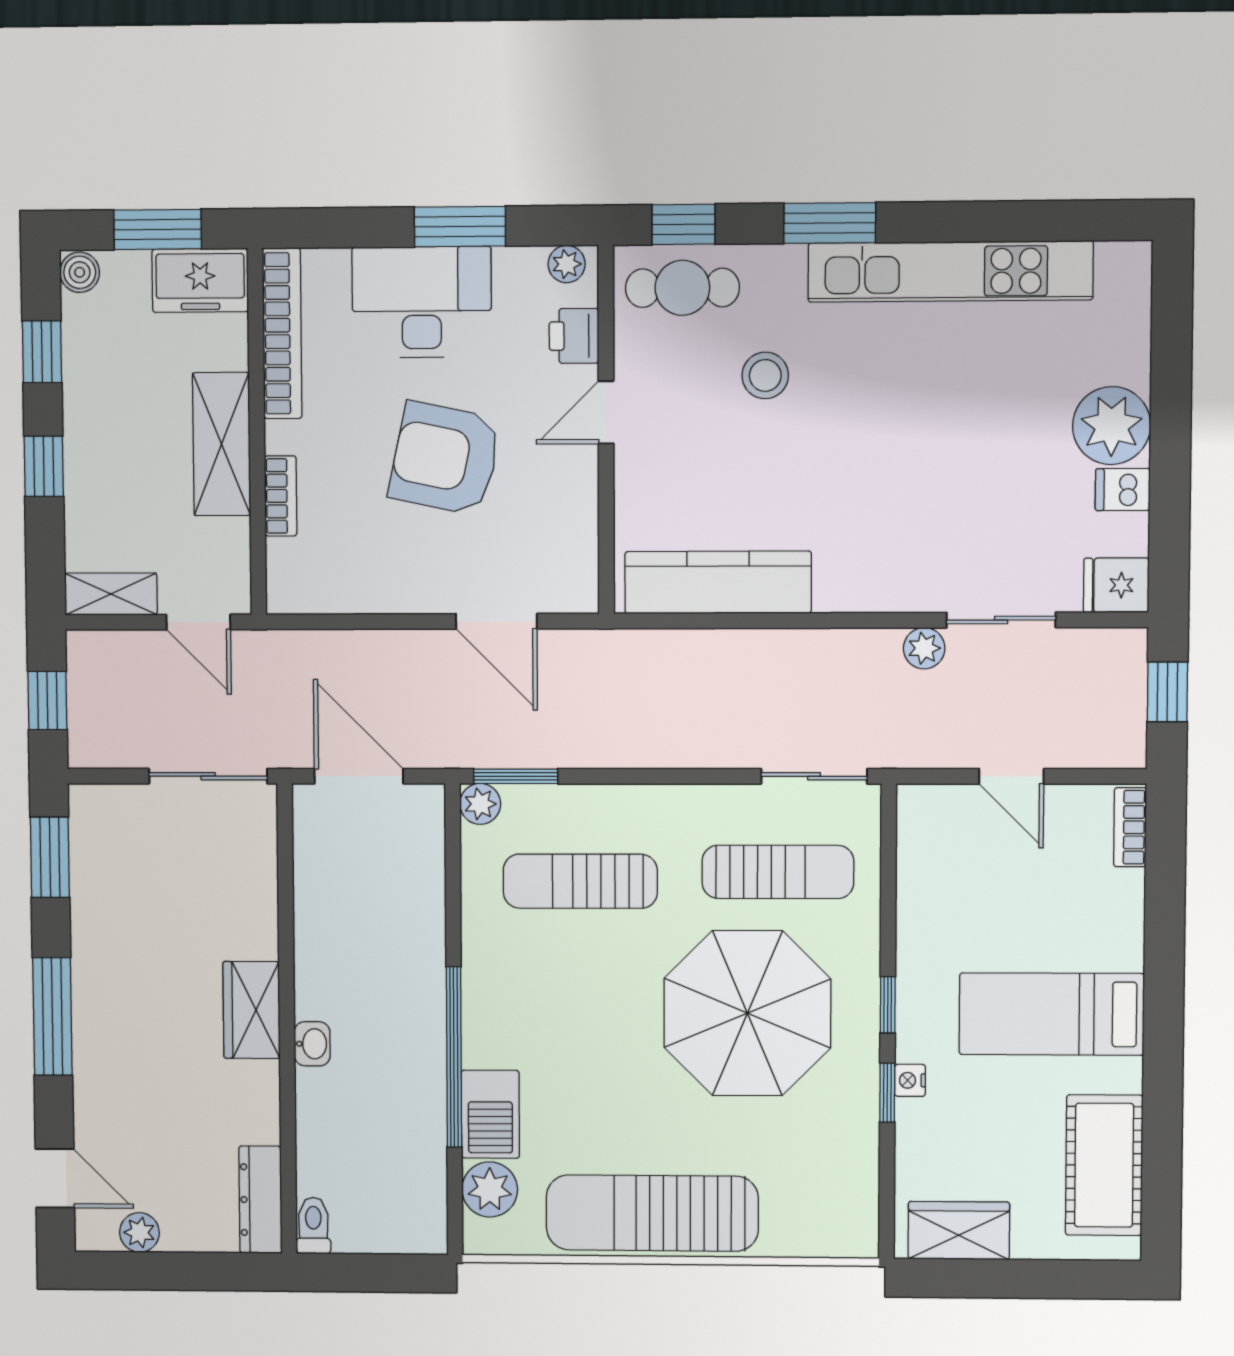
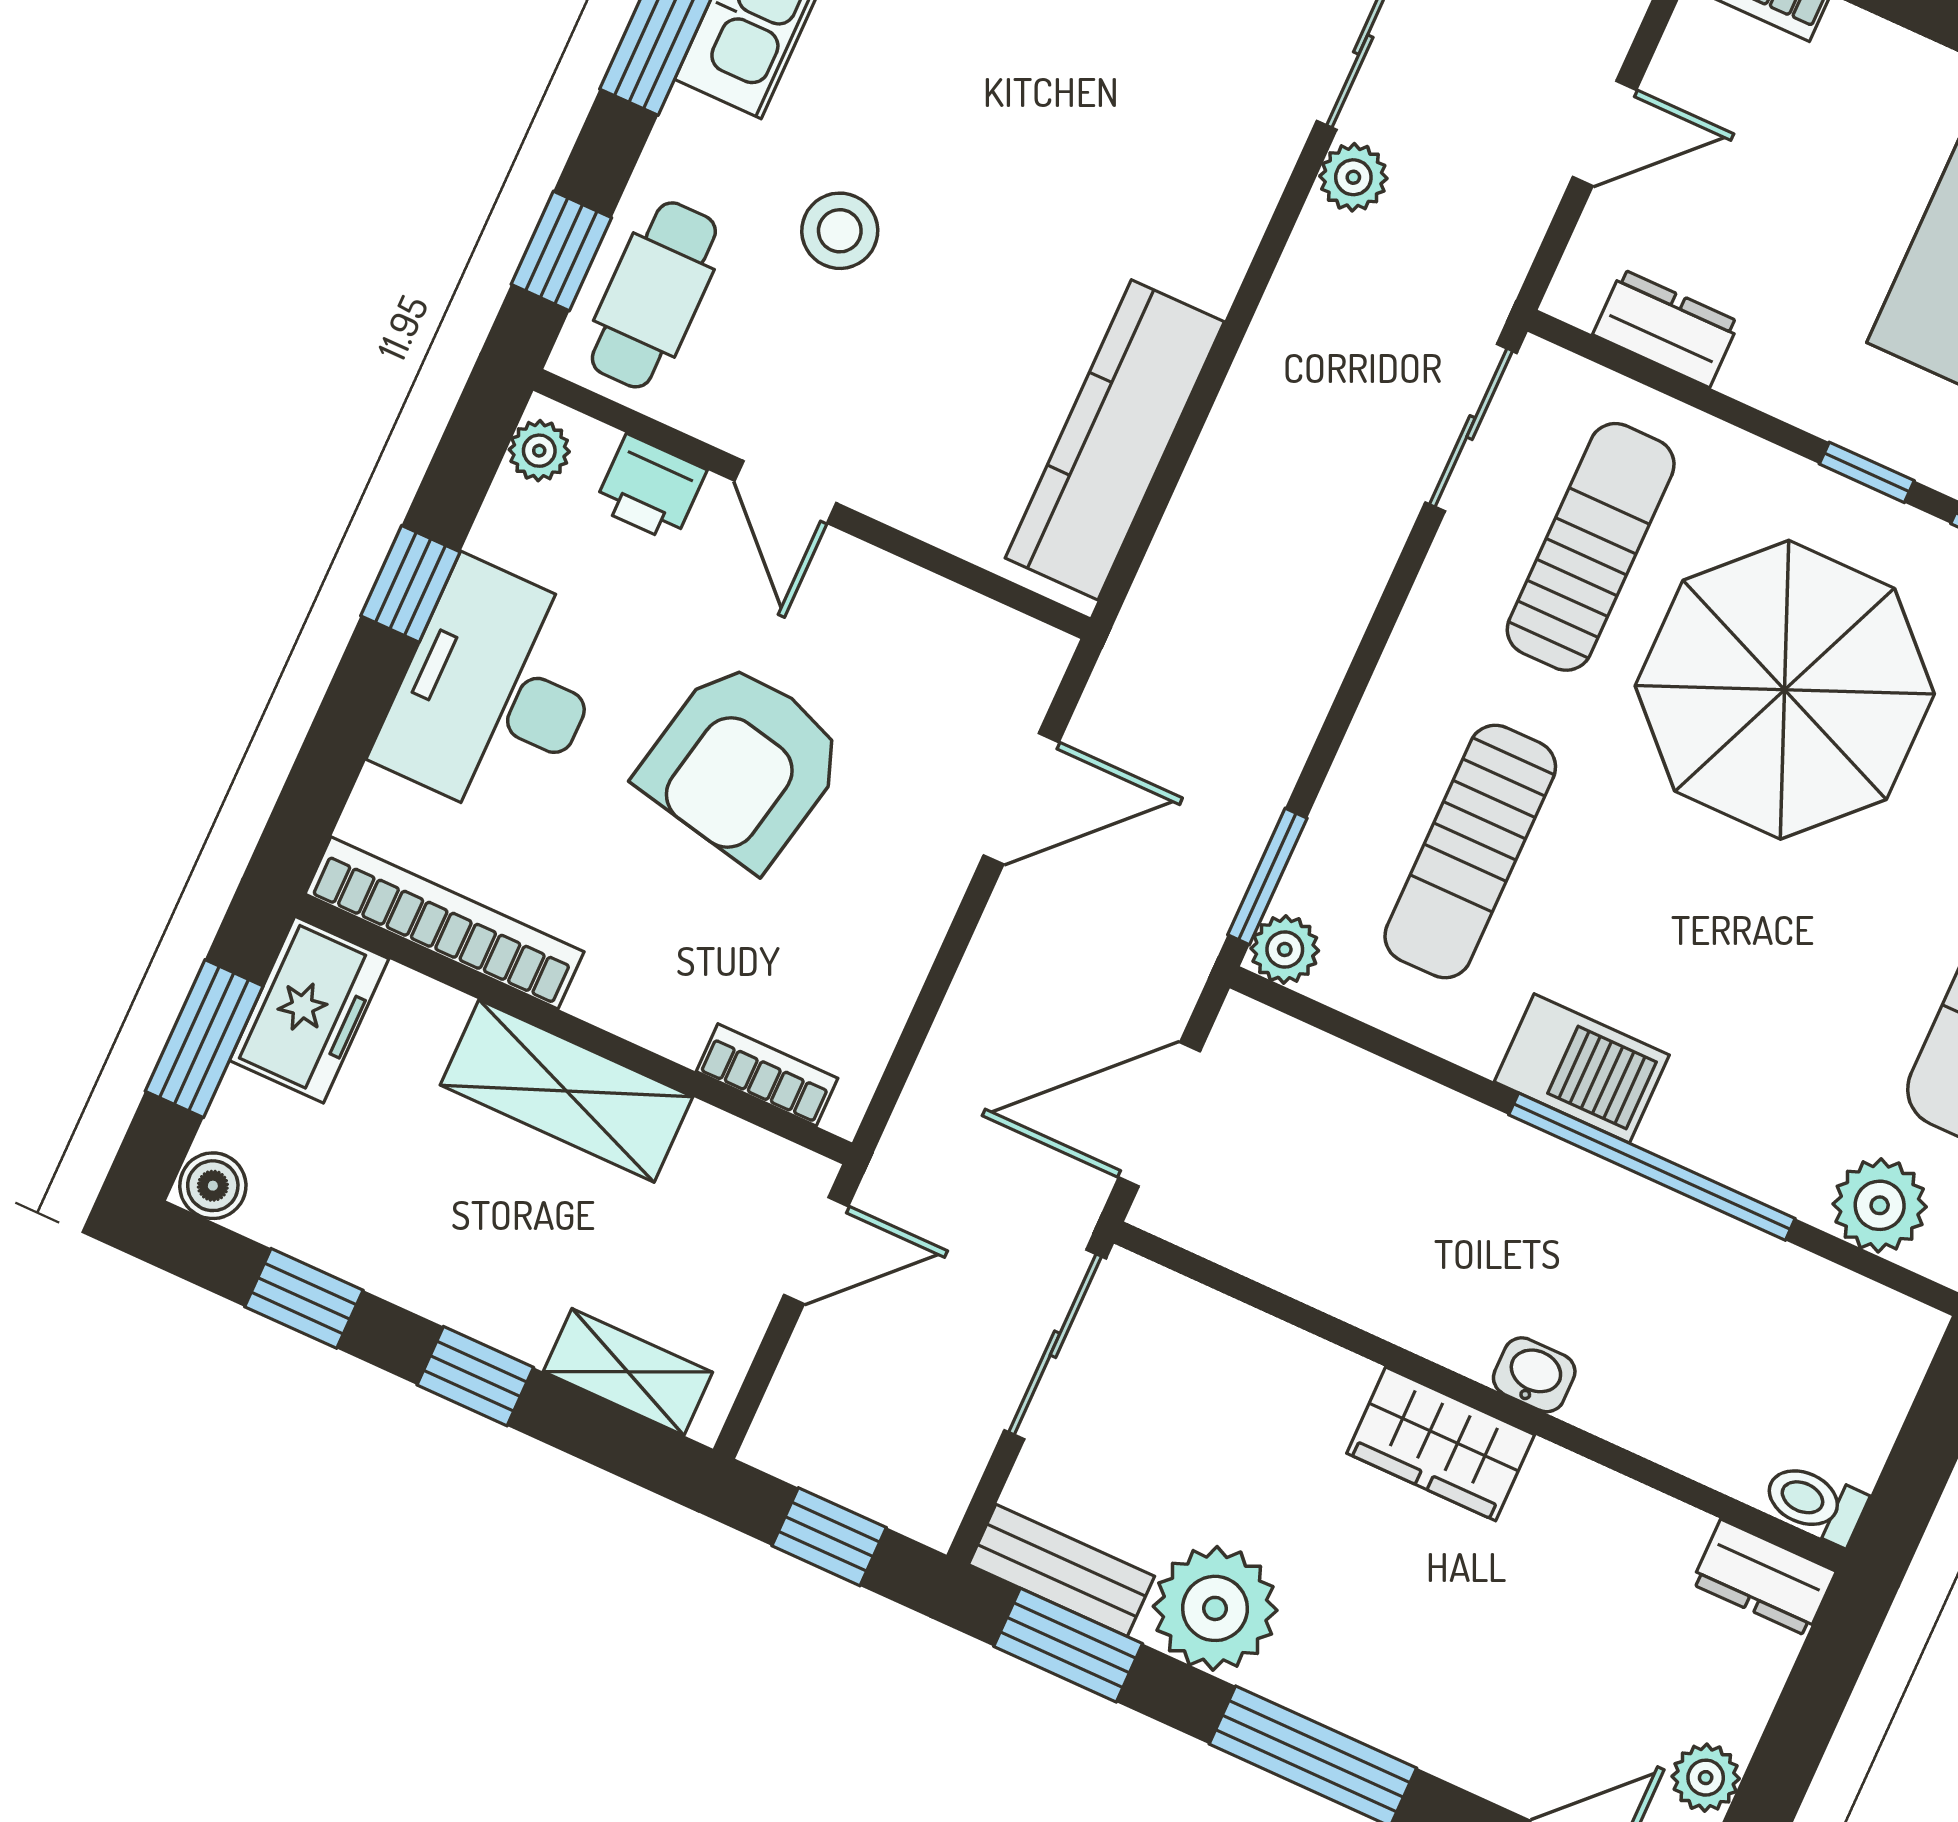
window: (460, 227) -> (410, 584), width x0.67
bookcase: (281, 496) -> (767, 1075), moved
shelving: (111, 594) -> (628, 1372), moved, turned 90
bench: (88, 835) -> (1061, 1570), added
dresser: (918, 859) -> (1666, 328), added
plant: (107, 928) -> (1215, 1608), added
barbecue: (490, 1114) -> (1582, 1068), moved
dresser: (260, 1200) -> (1764, 1578), width x0.70

